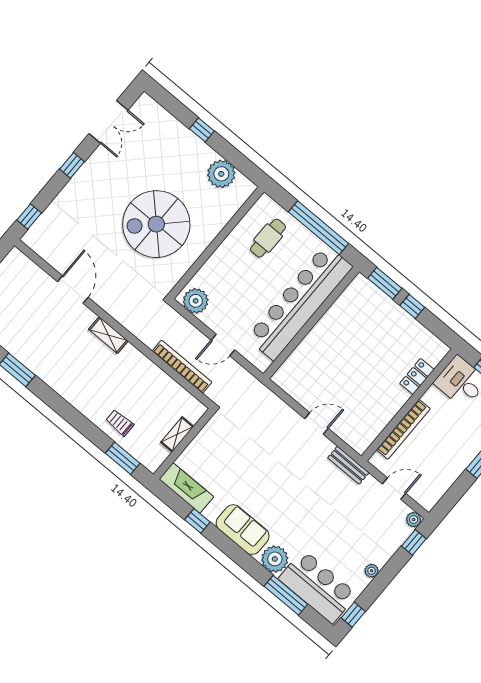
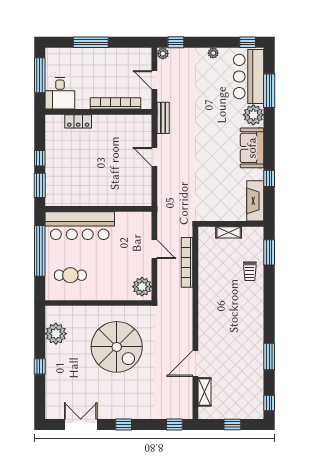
bar counter: (300, 302) -> (80, 226), width x0.73
shelving: (108, 335) -> (205, 392), moved

